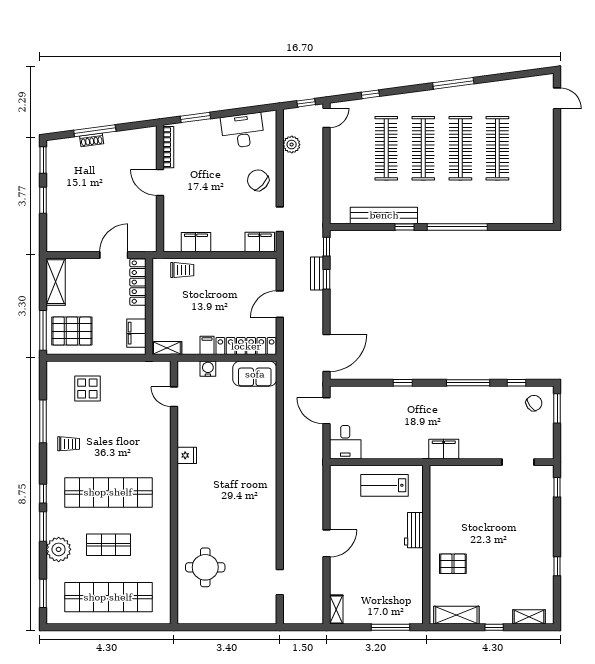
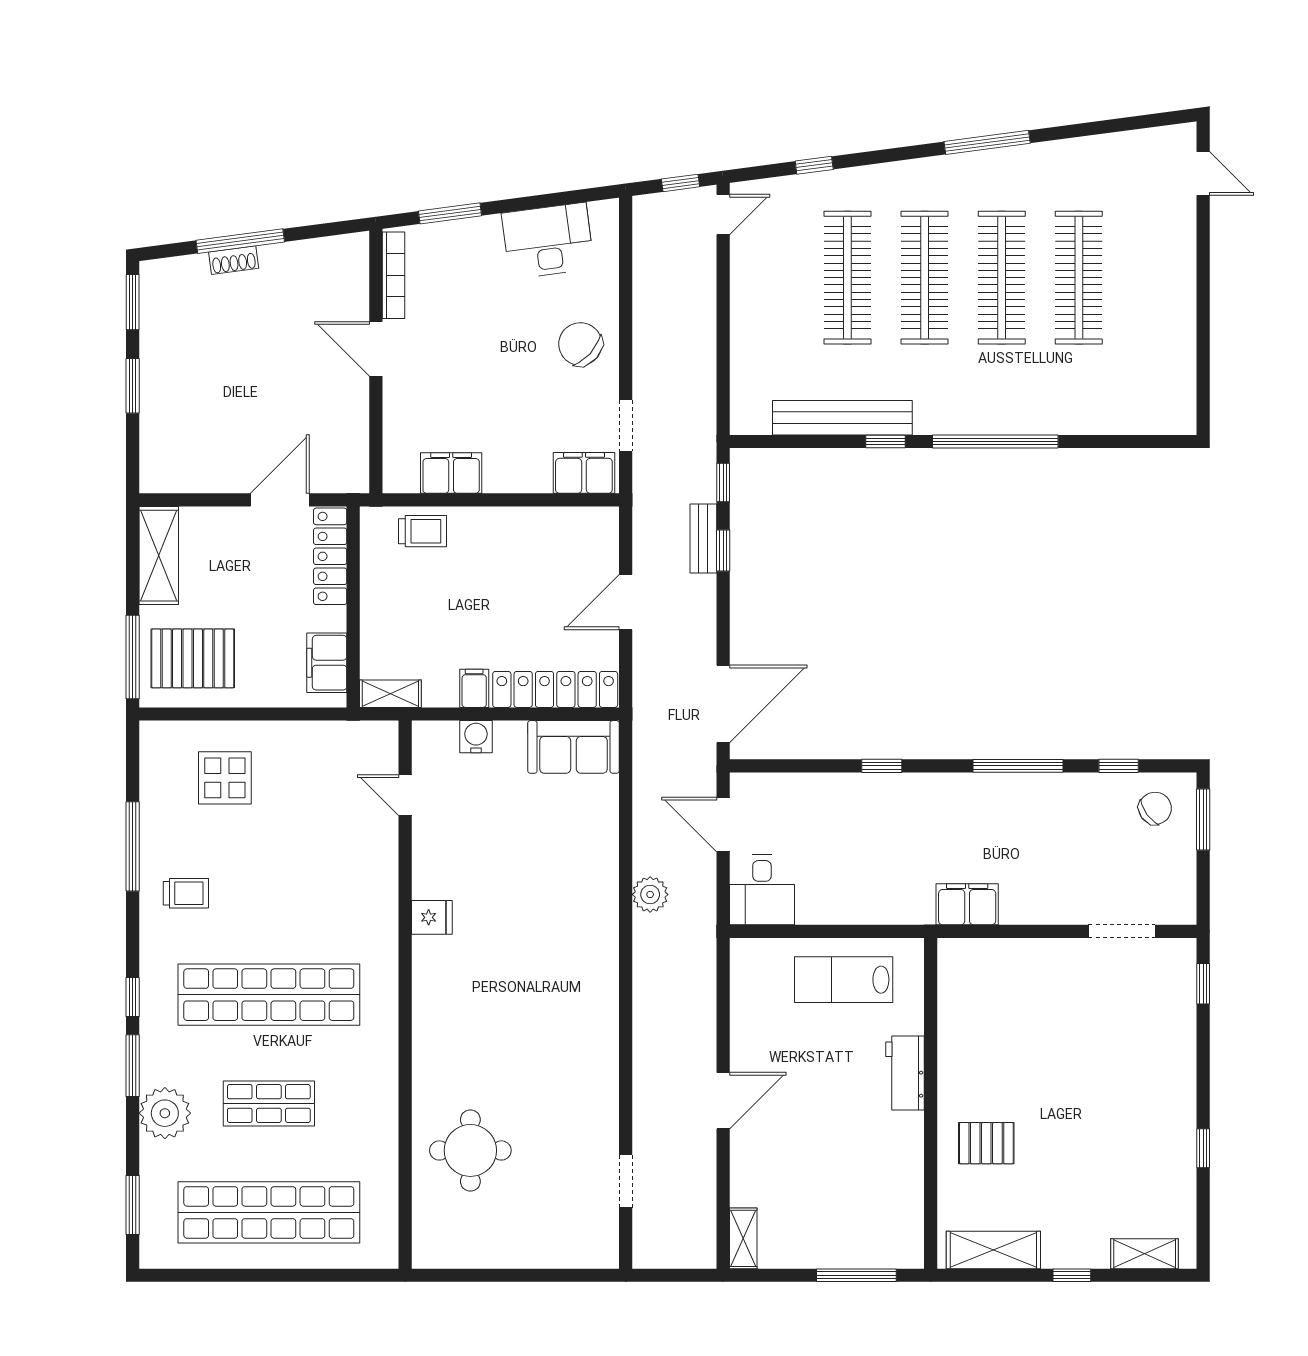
plant: (292, 145) -> (650, 894), moved

